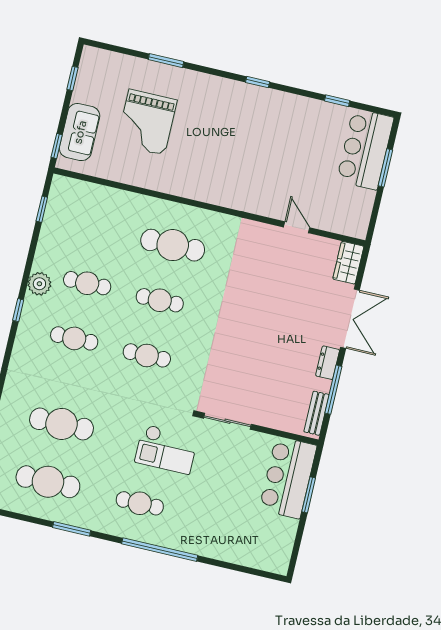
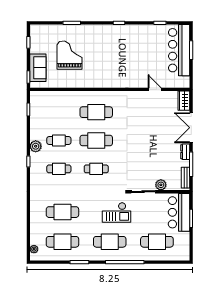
grand piano: (147, 122) -> (70, 55), turned 180
bar counter: (365, 149) -> (179, 50), width x1.36
cafe table: (160, 300) -> (96, 141), width x1.37, depth x1.35
double door: (350, 319) -> (191, 128), swing flipped
plant: (265, 416) -> (161, 185), added
cafe table: (140, 503) -> (110, 242), width x1.37, depth x1.35
cafe table: (232, 525) -> (157, 242), added

